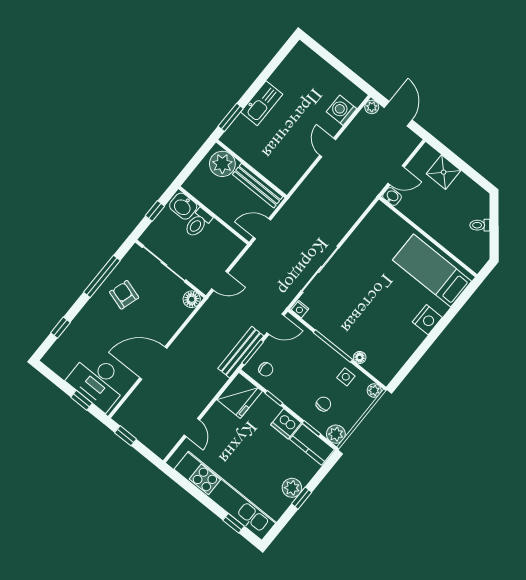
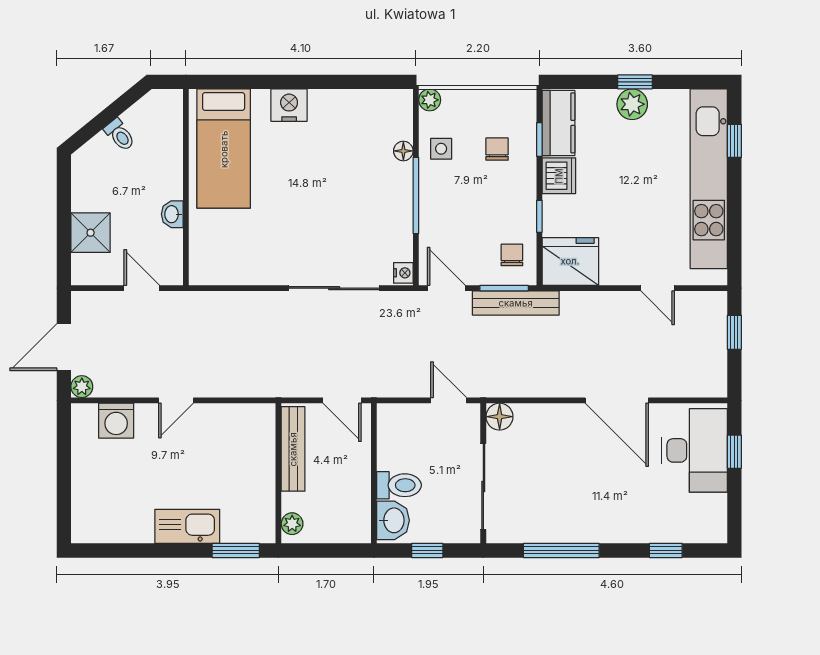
plant: (222, 164) -> (292, 524), width x0.53, depth x0.53
washbasin: (392, 197) -> (172, 214), moved
armchair: (124, 295) -> (562, 505), removed
chair: (323, 404) -> (497, 149), turned 90
door: (192, 427) -> (658, 288), swing flipped
plant: (336, 434) -> (522, 104), removed
window: (126, 436) -> (734, 332), moved

